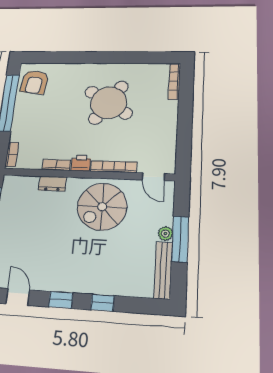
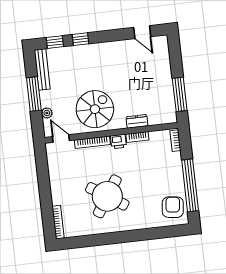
plant: (165, 234) -> (47, 113), moved
window: (61, 300) -> (55, 42), moved

